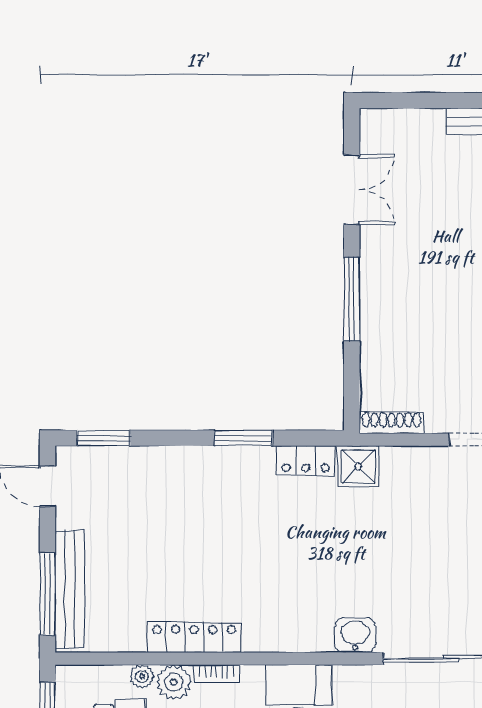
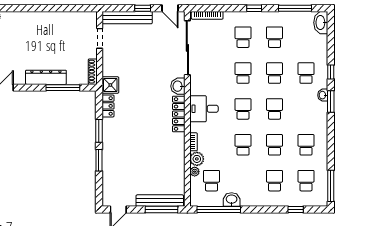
window: (352, 299) -> (63, 88), moved
dresser: (377, 306) -> (46, 77), added
window: (104, 438) -> (99, 160), moved
locker: (194, 637) -> (179, 114), moved

